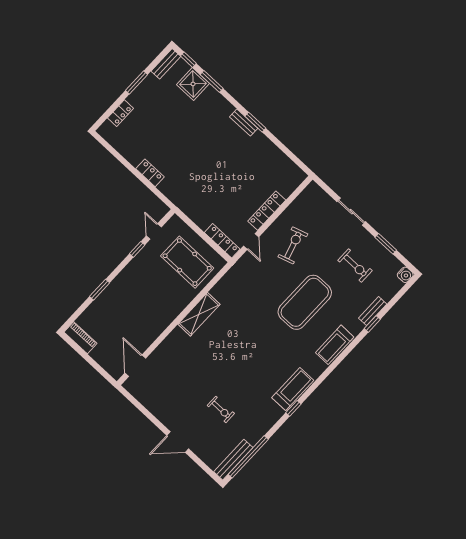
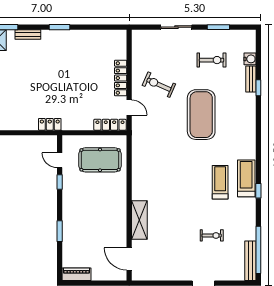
bench: (244, 123) -> (28, 35), moved
locker: (150, 173) -> (50, 124), moved
exercise bike: (293, 245) -> (159, 85), turned -49
water cooler: (405, 275) -> (250, 59), moved
shelving: (199, 314) -> (139, 220), moved
treadmill: (335, 345) -> (220, 182), moved, turned 180

